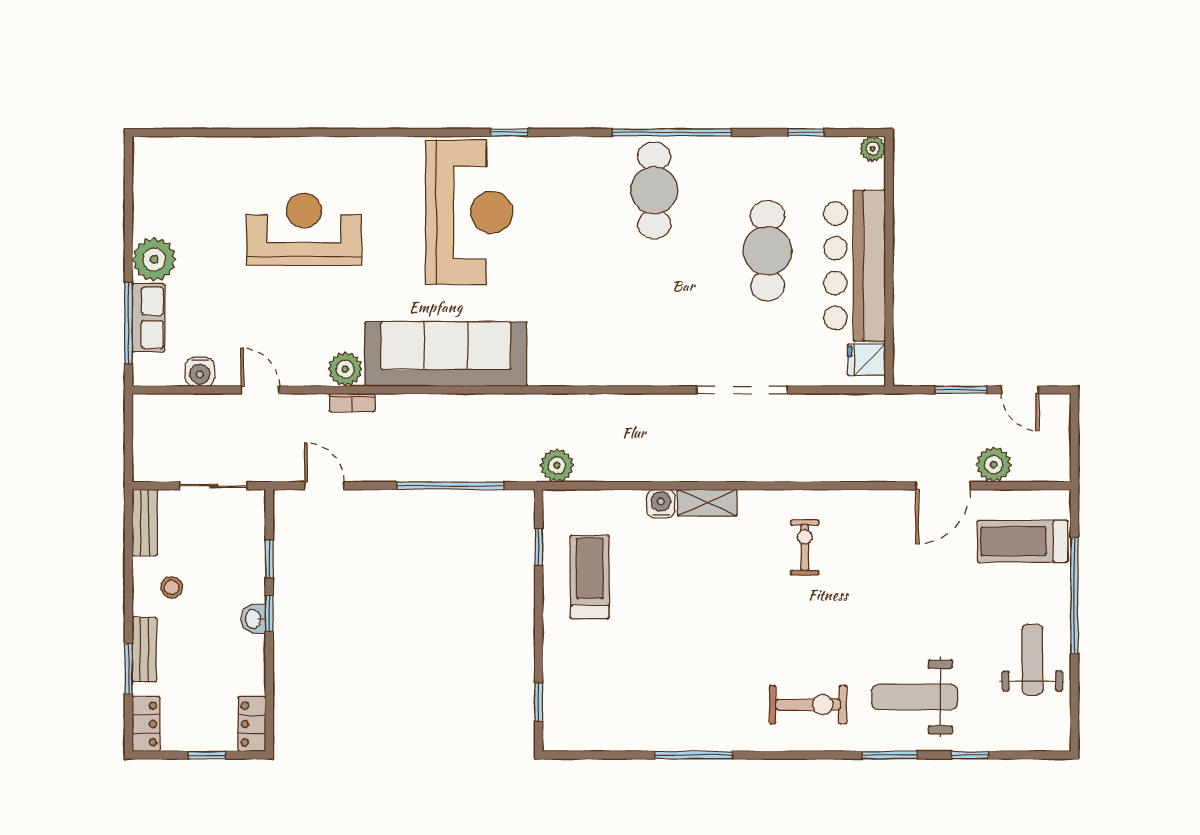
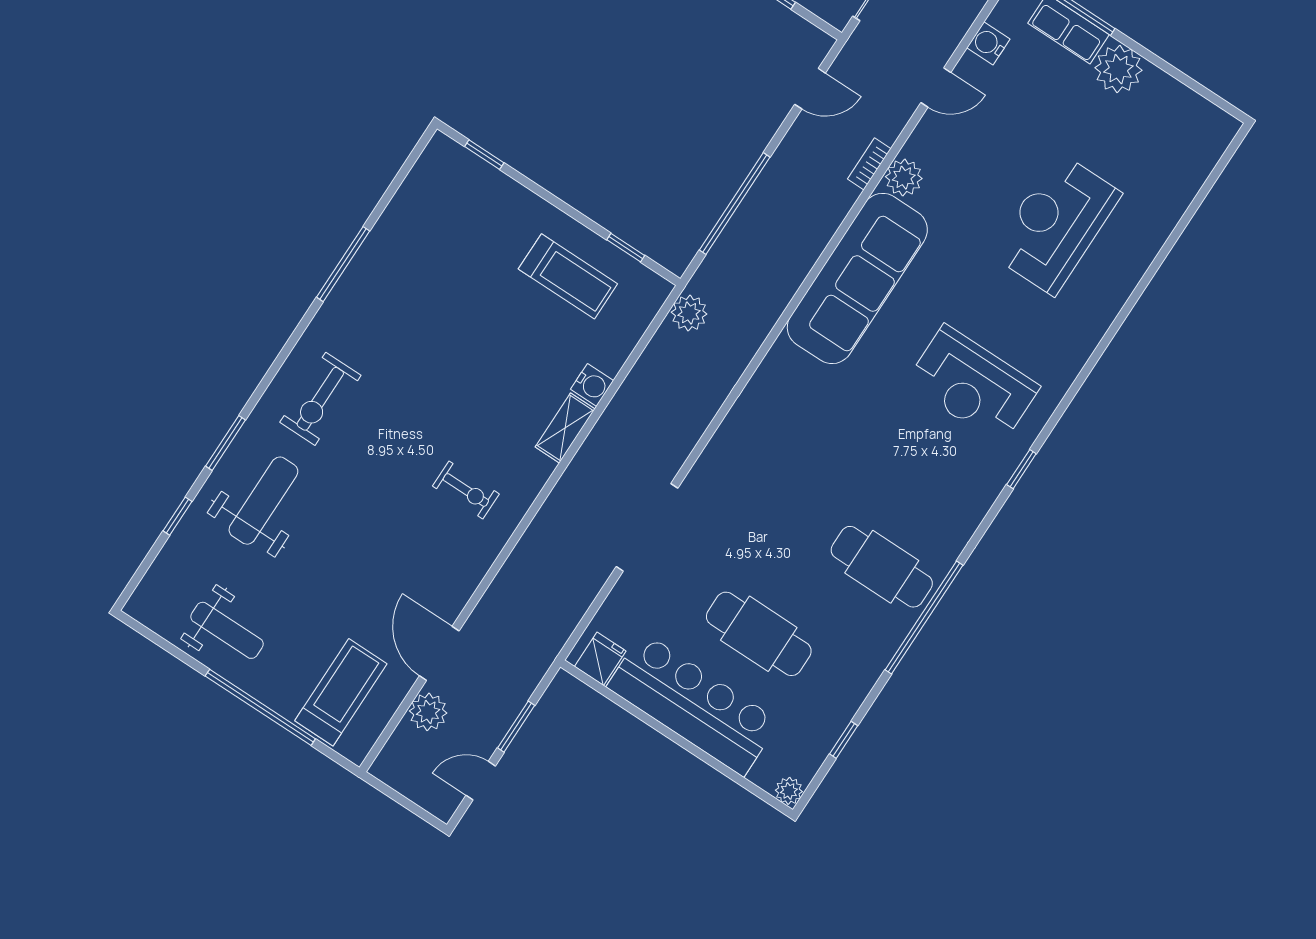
reception desk: (469, 212) -> (973, 385), width x0.74, depth x0.77
reception desk: (304, 229) -> (1056, 224), turned 180

